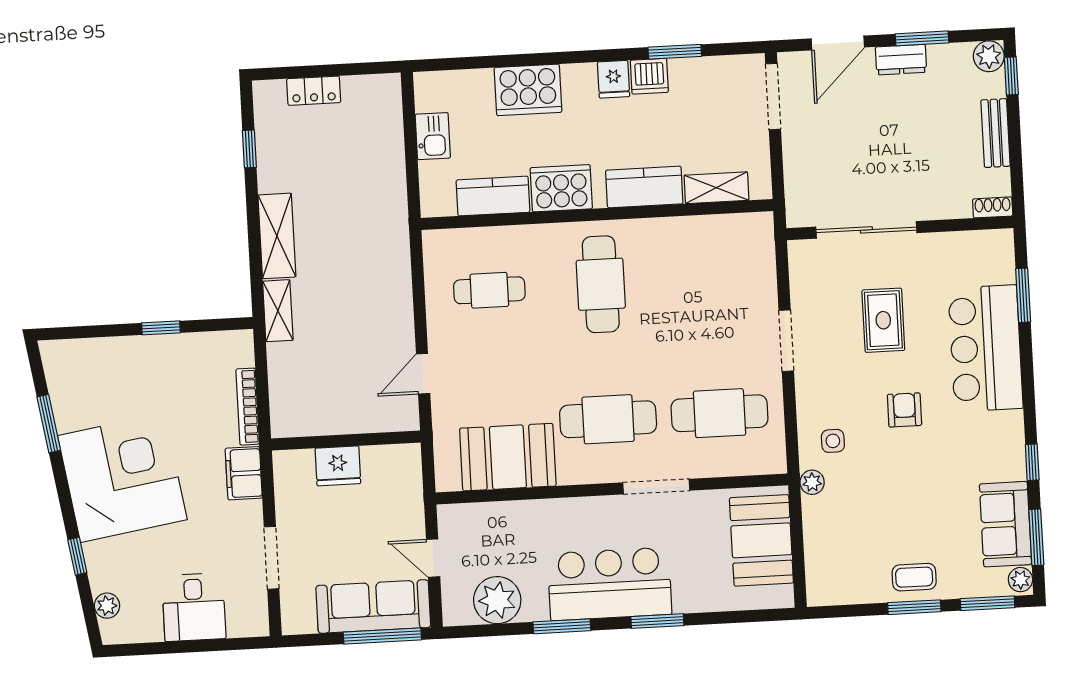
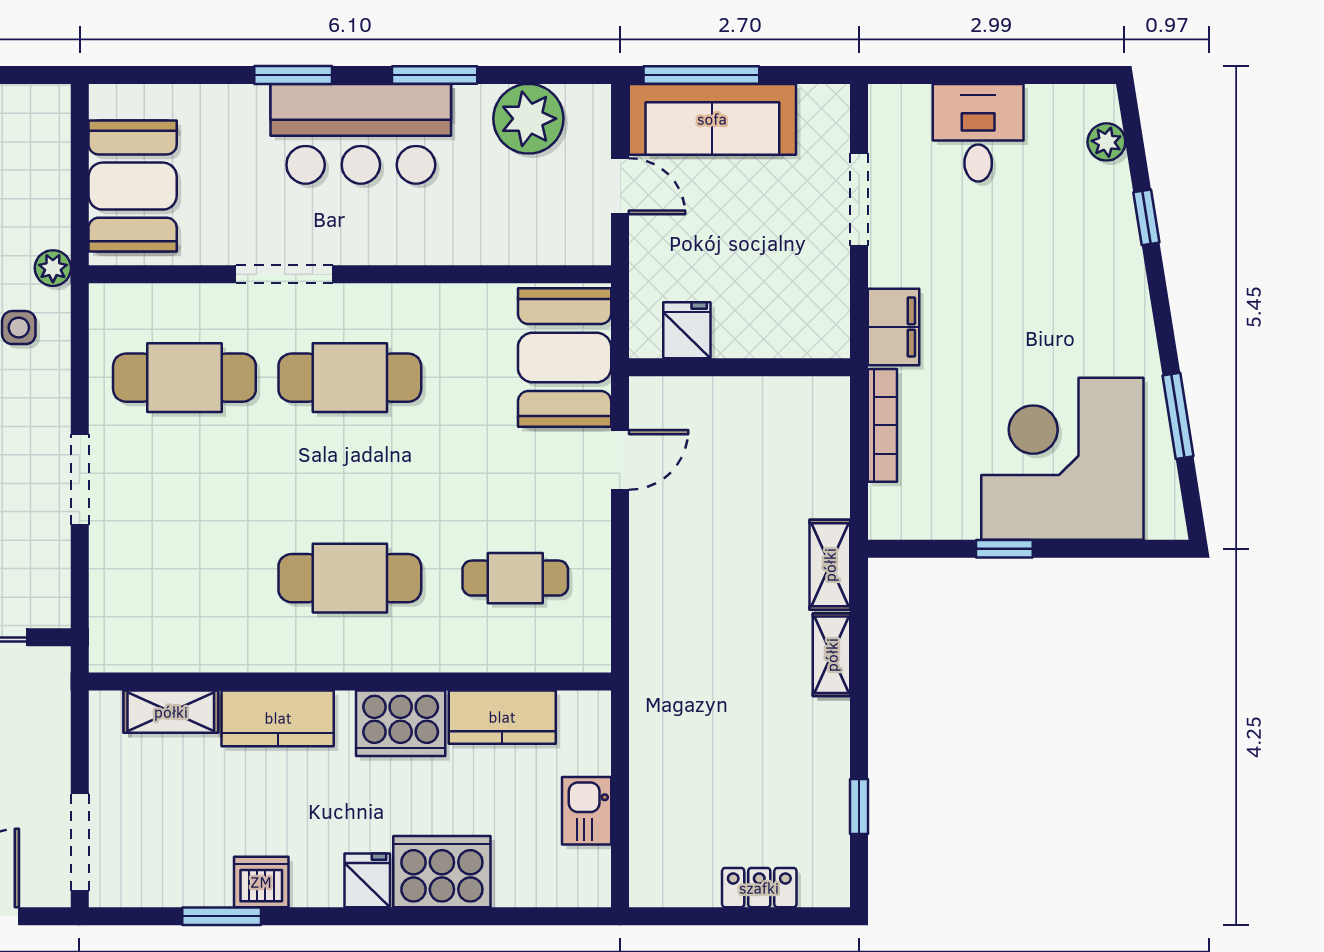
fridge: (614, 79) -> (367, 880), moved
shelving: (277, 236) -> (832, 655), width x0.67, depth x0.75
cafe table: (601, 284) -> (350, 578), turned 90
booth: (508, 457) -> (565, 358), moved, turned 90
fridge: (338, 466) -> (687, 330), moved, width x0.72
corner desk: (122, 478) -> (1062, 459), moved, turned 99

